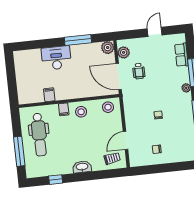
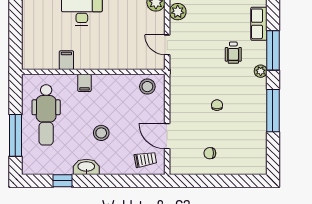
wheelchair: (139, 71) -> (233, 53), moved
door: (119, 76) -> (167, 45), width x0.53
stool: (81, 112) -> (101, 133), moved
door: (126, 140) -> (167, 136), hinge flipped
washbasin: (82, 167) -> (86, 167), moved

